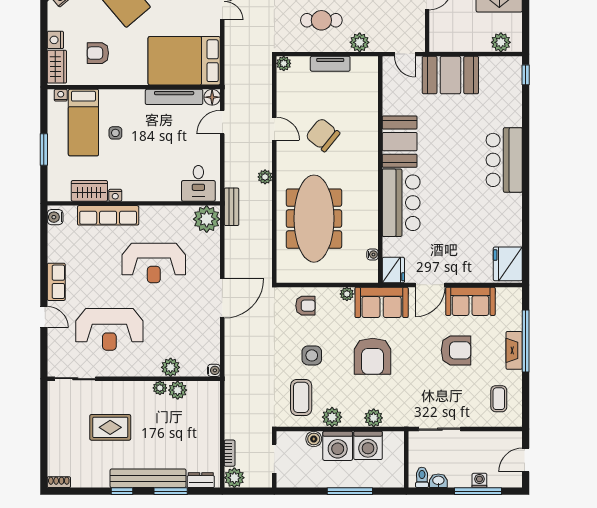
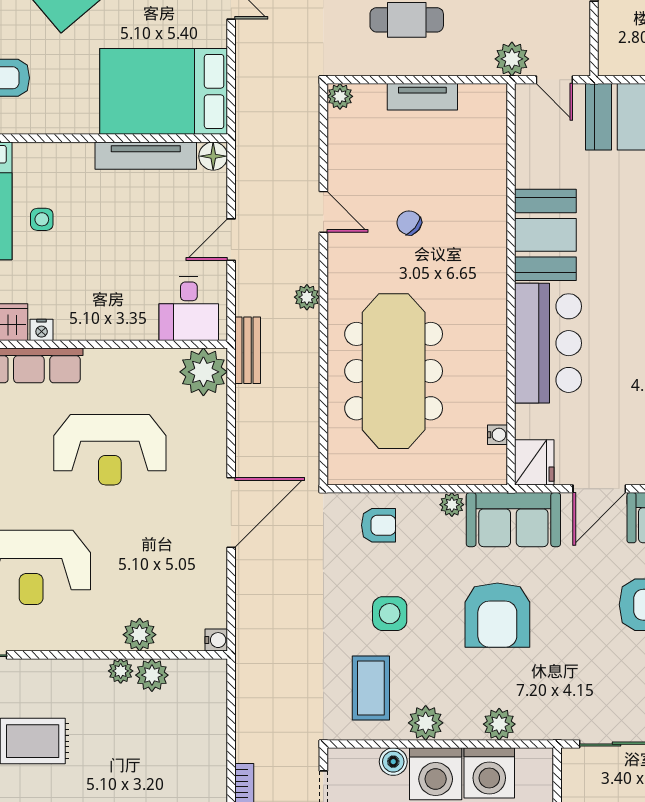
plant: (360, 42) -> (512, 59), moved
door: (222, 122) -> (231, 240), moved
chair: (323, 135) -> (409, 223), width x0.54, depth x0.54

